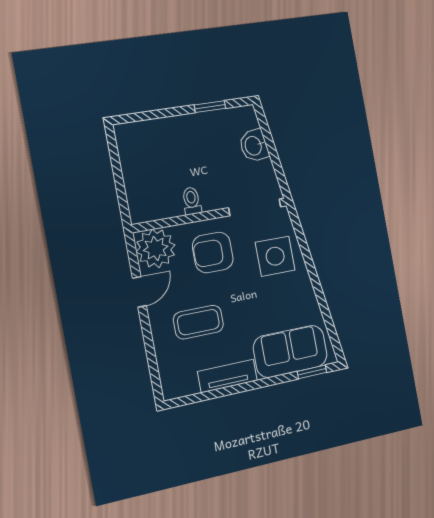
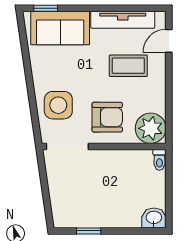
washbasin: (254, 146) -> (154, 218), moved, turned -82
toilet: (192, 201) -> (159, 160), moved
door: (139, 292) -> (169, 41), moved
tv unit: (227, 376) -> (123, 20), width x1.41

